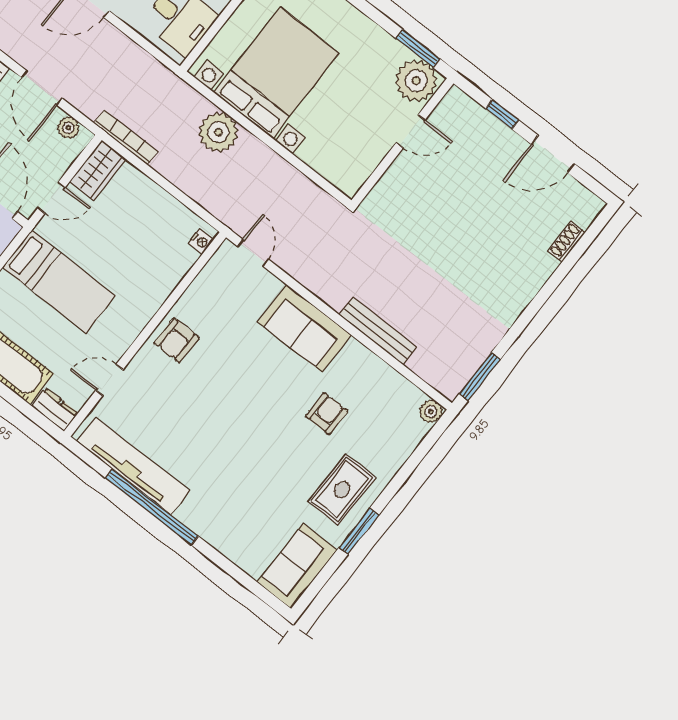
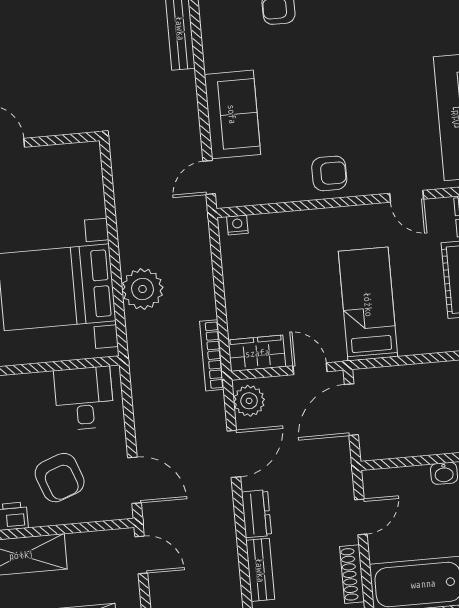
plant: (68, 128) -> (249, 401), width x1.38, depth x1.38
sofa: (304, 328) -> (232, 114), moved

